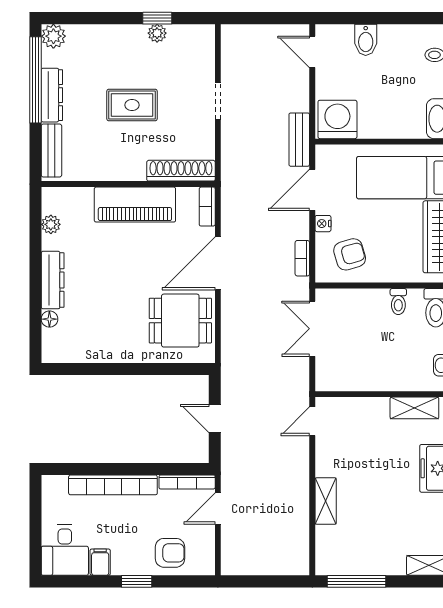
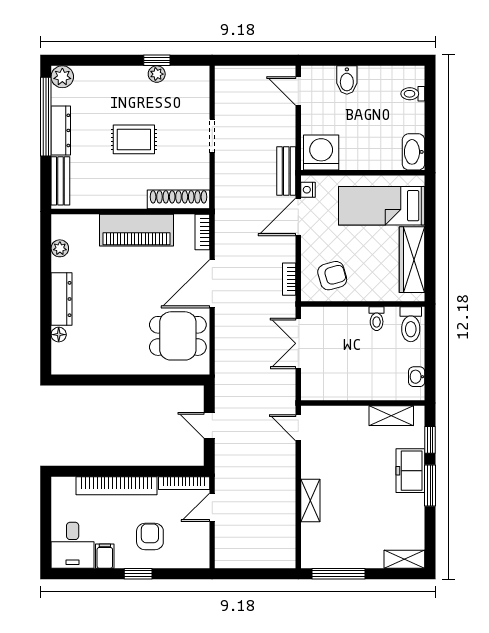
nightstand: (323, 224) -> (308, 190), moved
door: (312, 421) -> (298, 428), hinge flipped
armchair: (170, 553) -> (150, 537), moved, turned -90

